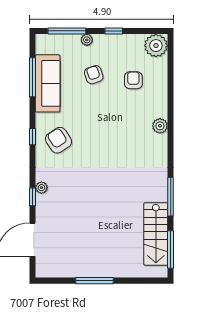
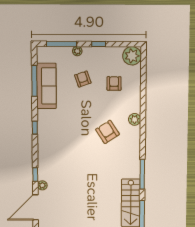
armchair: (59, 140) -> (107, 132), moved
plant: (41, 188) -> (42, 185), moved

